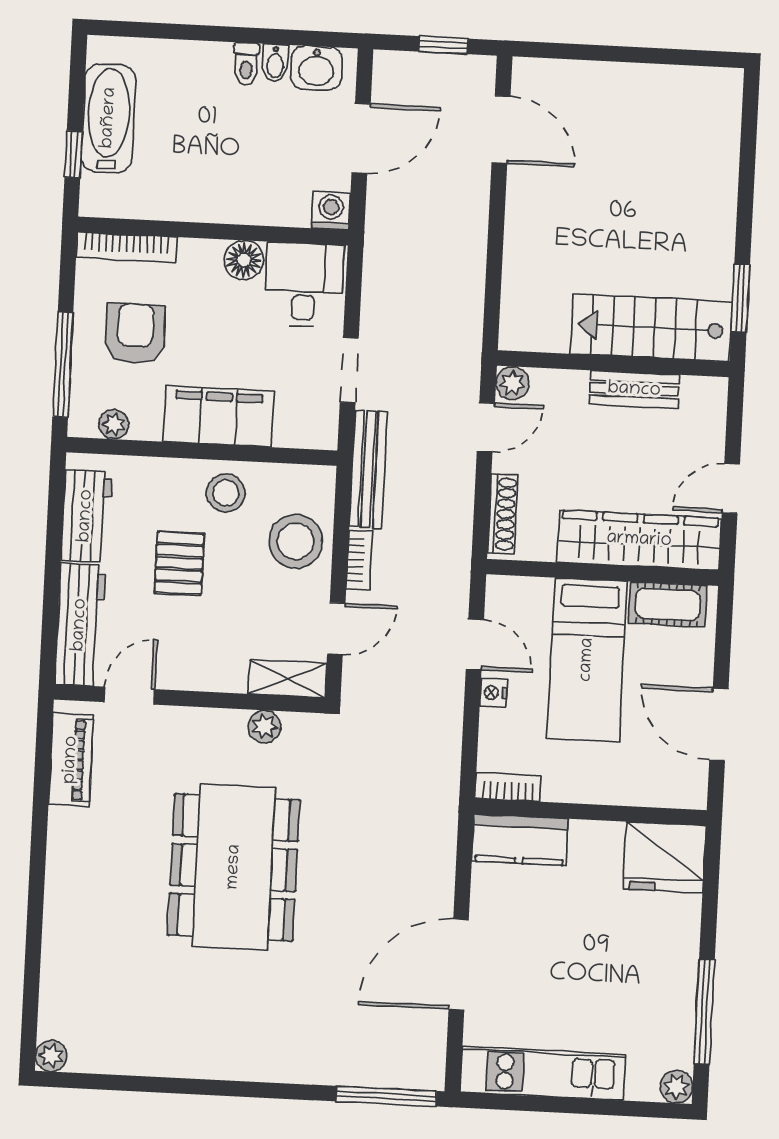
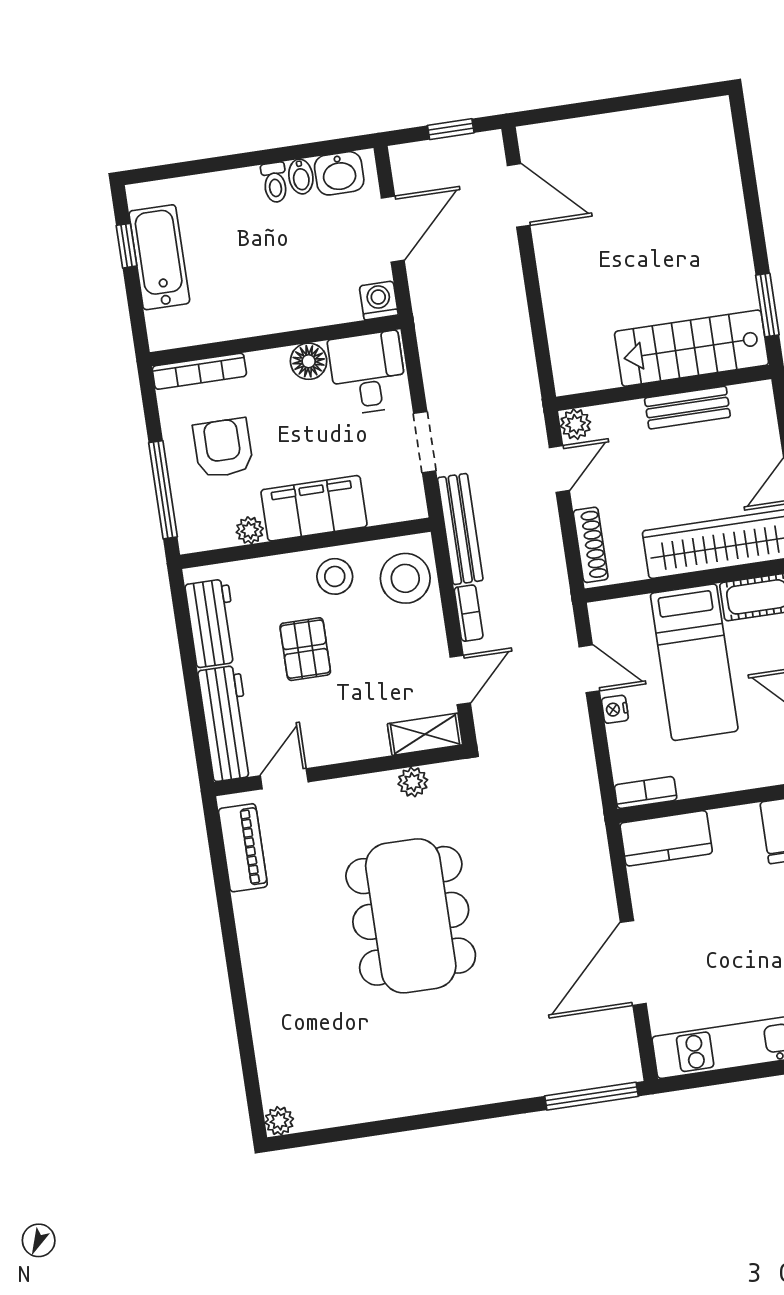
window: (73, 154) -> (127, 246), moved
plant: (114, 424) -> (250, 530), moved
stool: (296, 541) -> (405, 578), moved

